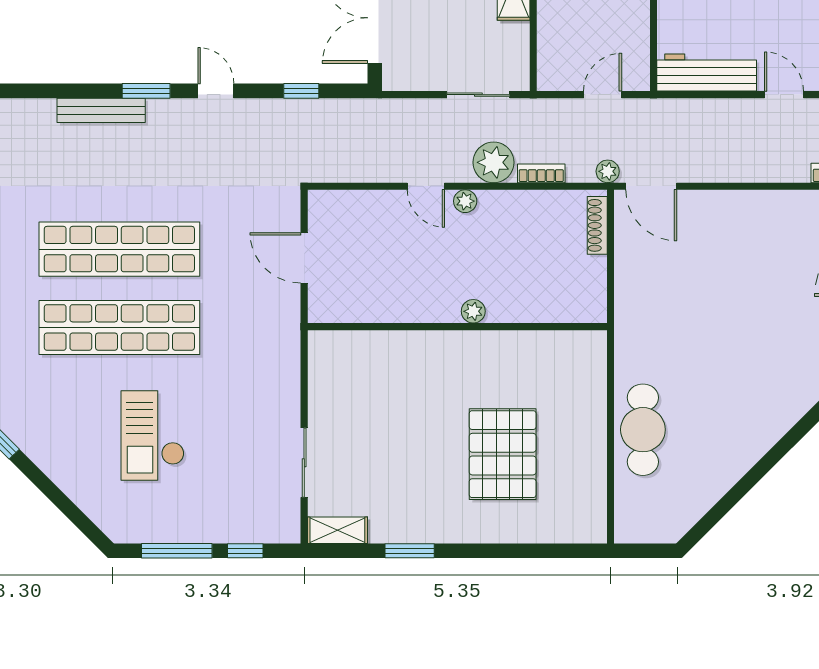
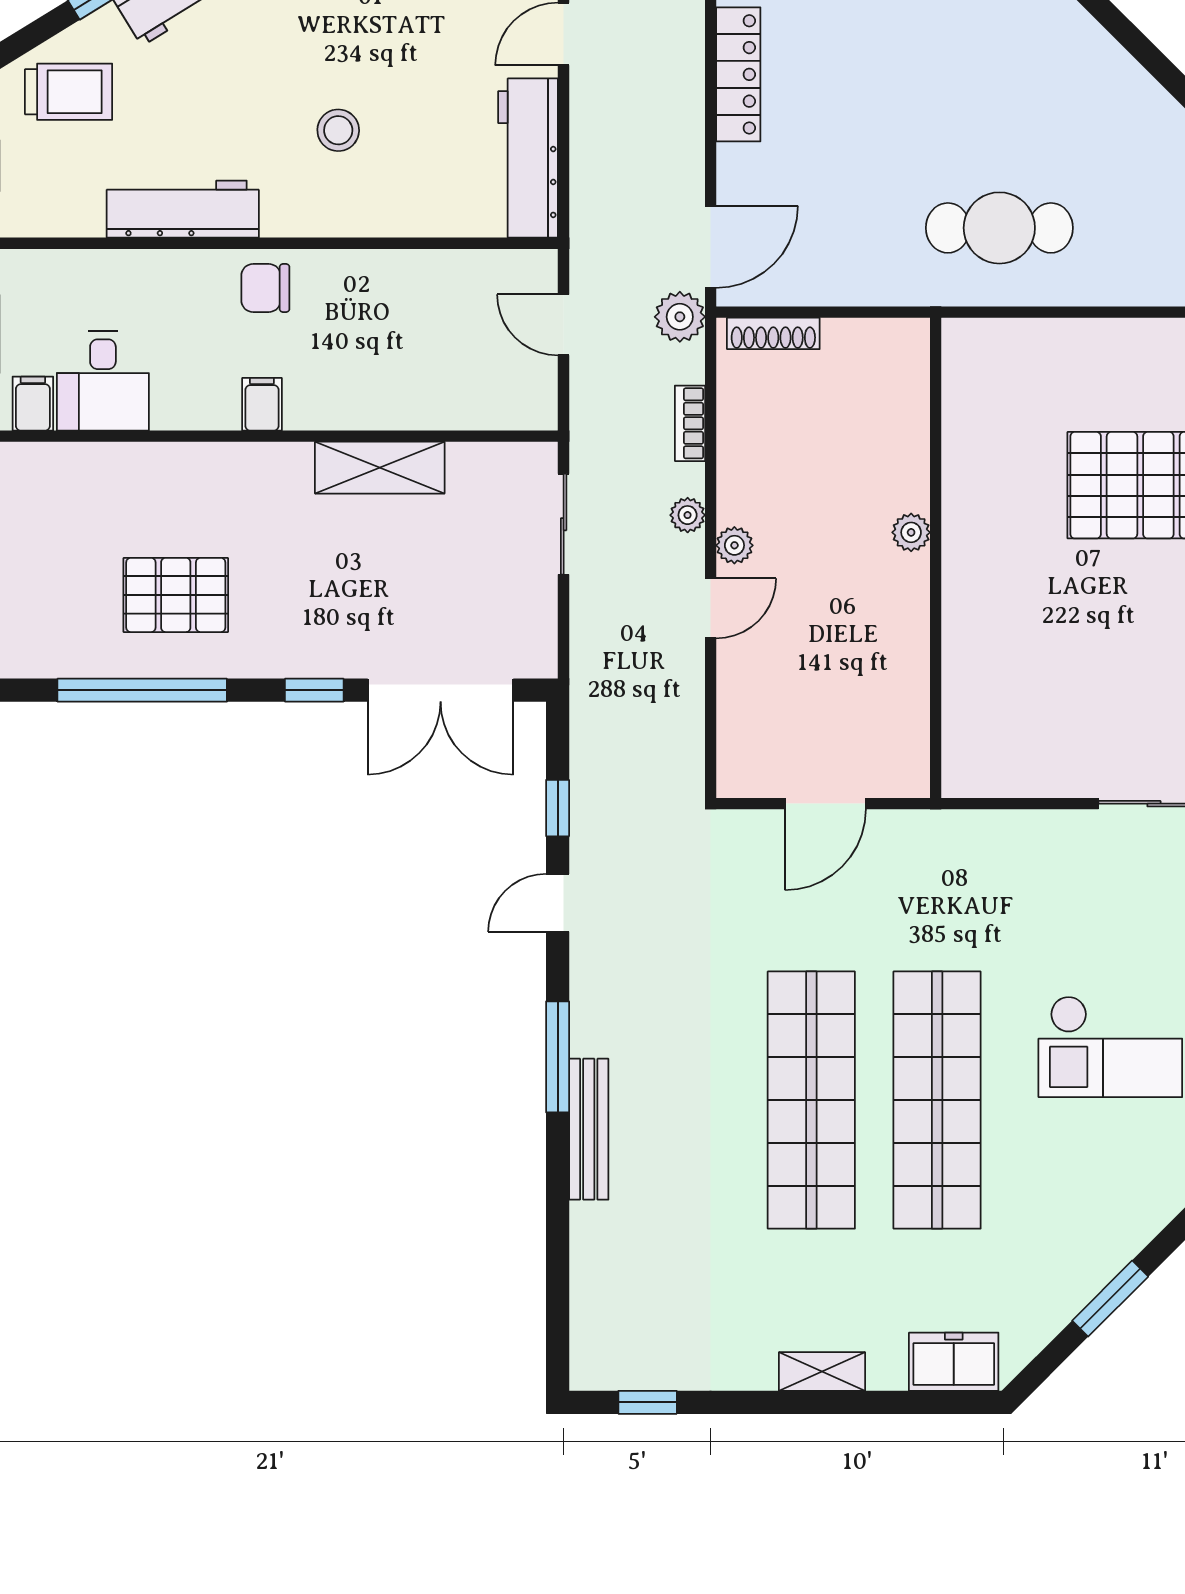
window: (146, 91) -> (558, 1057), width x1.44
door: (216, 91) -> (558, 903), moved
plant: (494, 162) -> (688, 515), width x0.53, depth x0.53
plant: (608, 171) -> (680, 317), width x1.38, depth x1.38
locker: (759, 203) -> (738, 74), added
cafe table: (643, 430) -> (999, 228), moved

